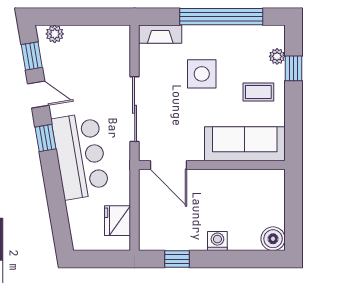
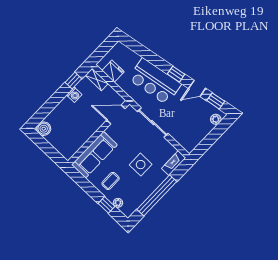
shelving: (148, 231) -> (97, 79), added
washing machine: (217, 241) -> (74, 95), moved

